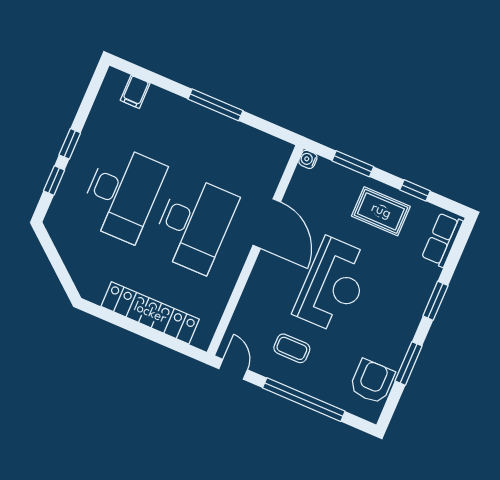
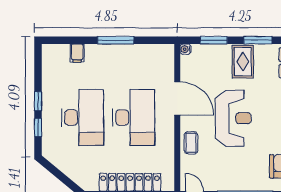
filing cabinet: (135, 92) -> (77, 53), moved
window: (415, 190) -> (258, 40), width x1.50
rug: (381, 211) -> (243, 62), turned 90
coffee table: (292, 348) -> (191, 143), moved, turned 90

